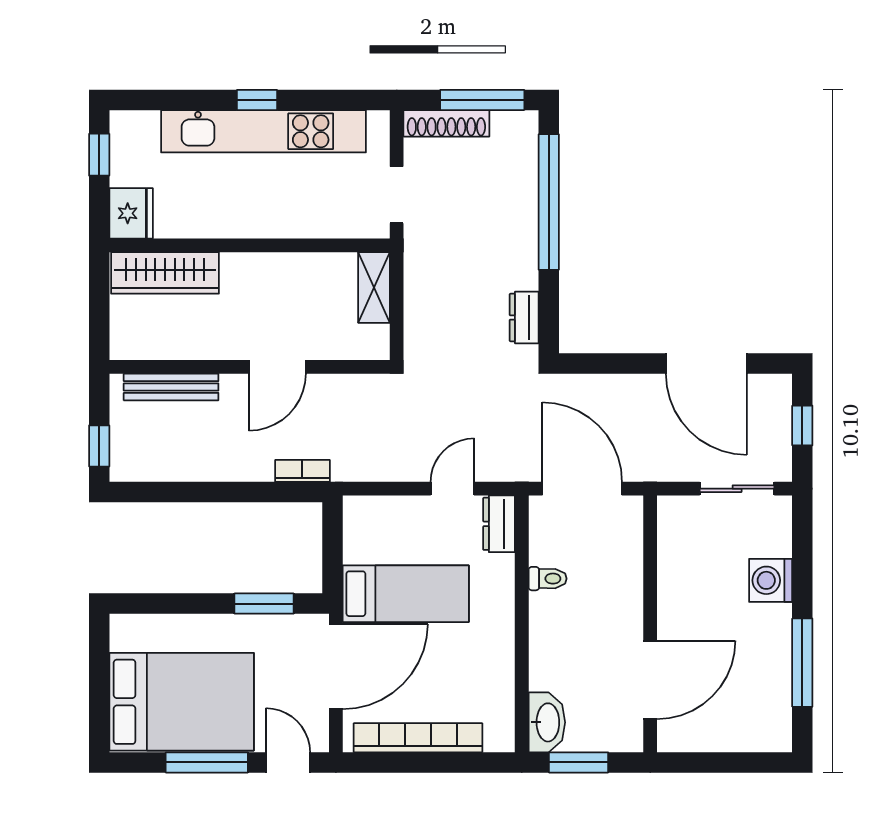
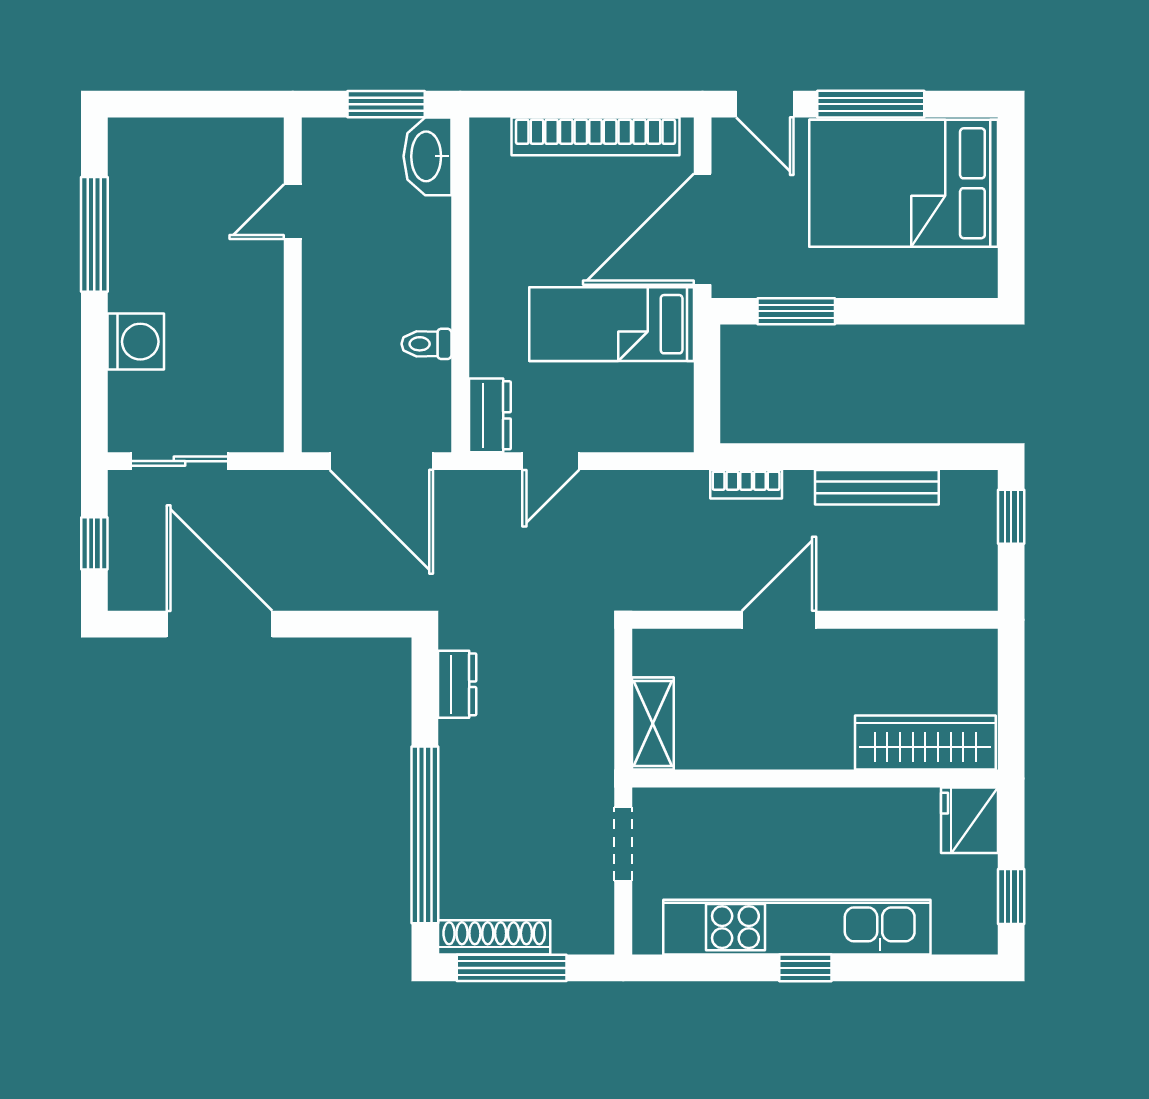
shoe rack: (446, 123) -> (494, 937), moved
bench: (171, 387) -> (877, 487), moved
door: (650, 680) -> (293, 212), width x0.53

